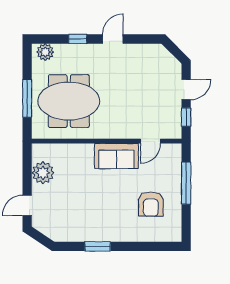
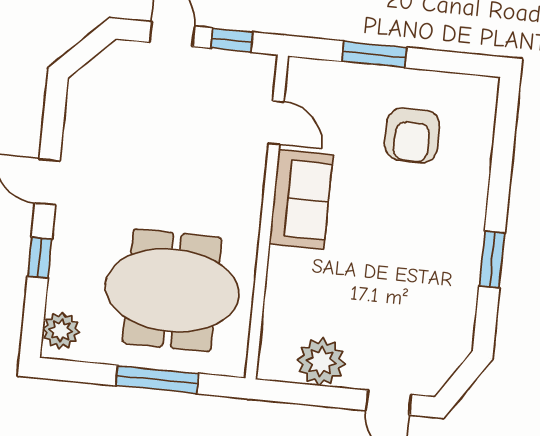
meeting table: (69, 101) -> (172, 290), turned 90
window: (186, 183) -> (374, 54), width x0.69
armchair: (151, 204) -> (412, 135), turned 90

